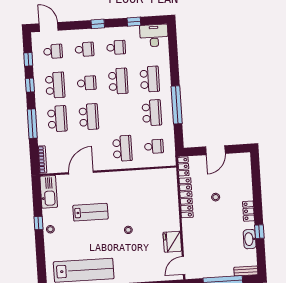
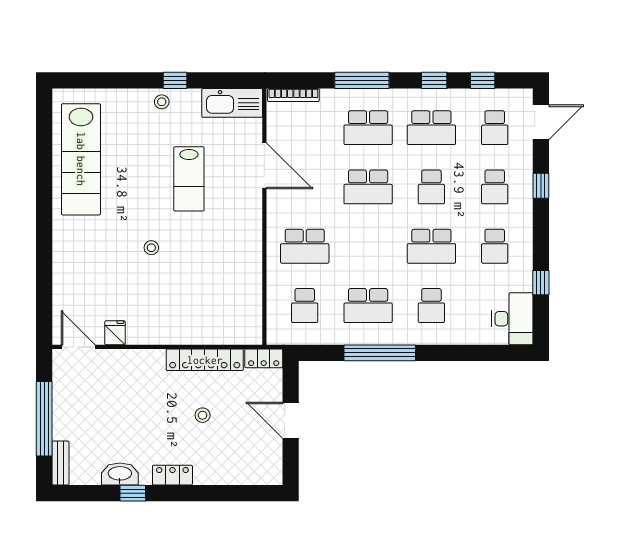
window: (98, 24) -> (541, 186), moved
school desk: (150, 79) -> (431, 306), width x0.54
fridge: (172, 242) -> (115, 333), width x0.53, depth x0.75

